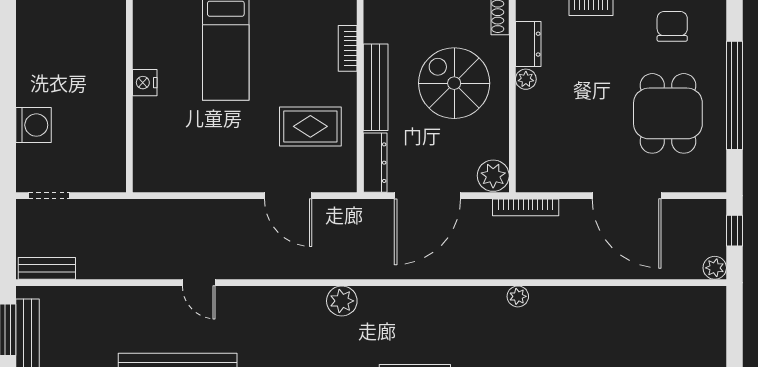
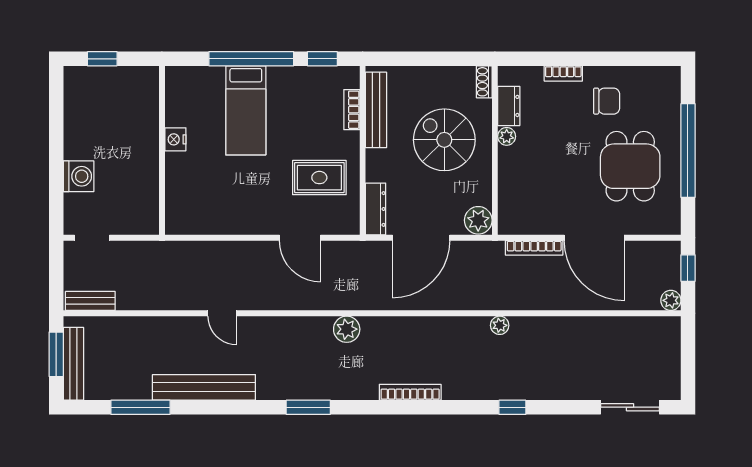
chair: (672, 26) -> (607, 101), moved, turned 90
bench: (376, 87) -> (376, 110), moved
bookcase: (526, 207) -> (534, 248), moved

